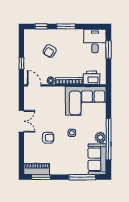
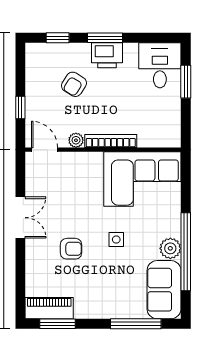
printer: (92, 78) -> (107, 55), moved, turned 180

